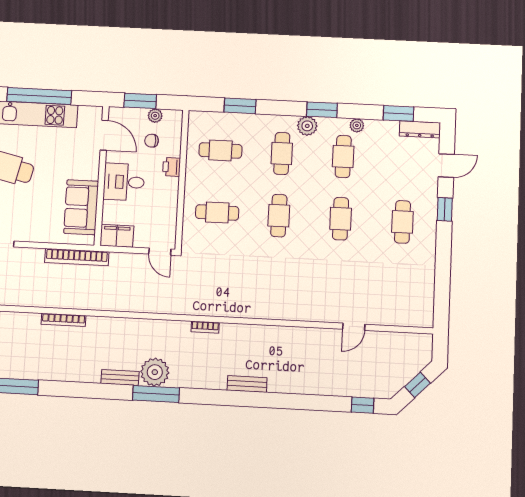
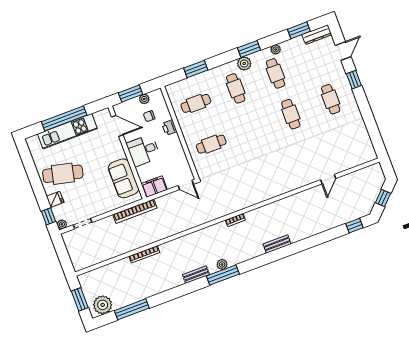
cafe table: (279, 216) -> (251, 129), removed
plant: (155, 372) -> (222, 264), width x0.53, depth x0.53

